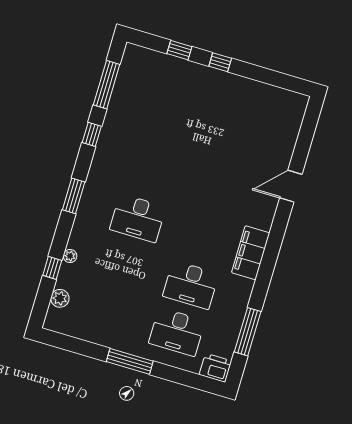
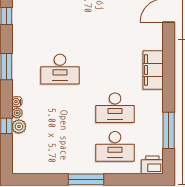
water cooler: (74, 242) -> (17, 102), added
plant: (60, 298) -> (19, 126), moved

